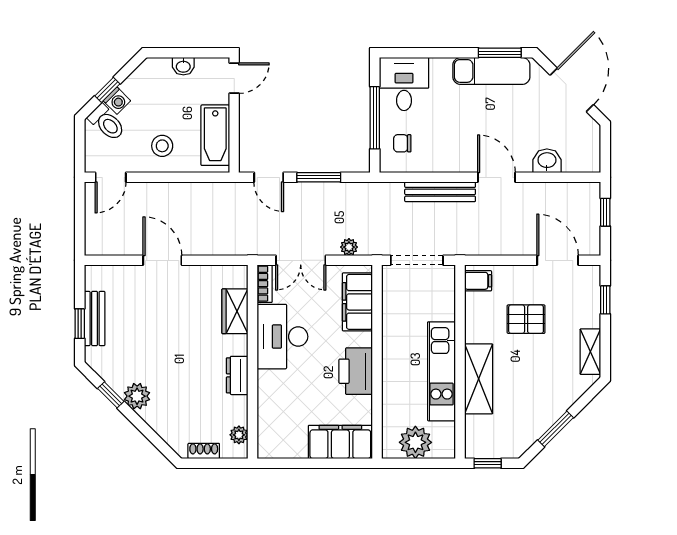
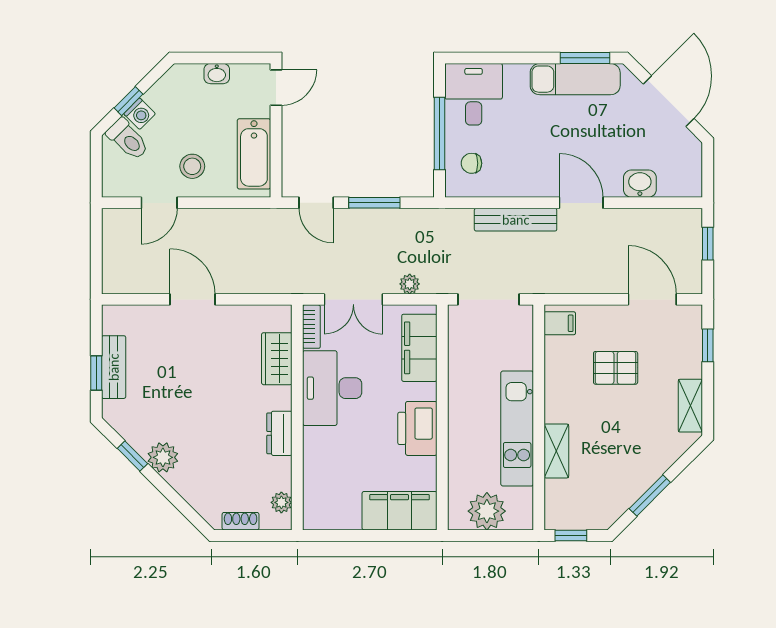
door: (111, 177) -> (159, 203), moved
shelving: (479, 379) -> (556, 451), width x0.67, depth x0.75

